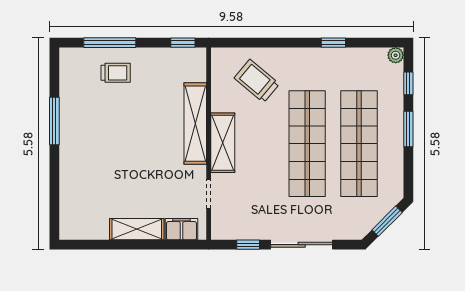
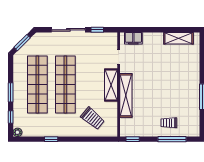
shelving: (137, 229) -> (178, 38), moved

